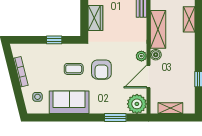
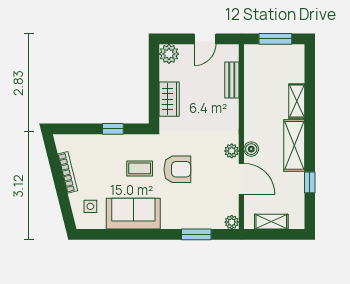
shelving: (158, 29) -> (294, 145), moved
armchair: (101, 70) -> (177, 169), turned -90
door: (148, 76) -> (241, 179), swing flipped
plant: (137, 104) -> (232, 222), width x0.53, depth x0.53

